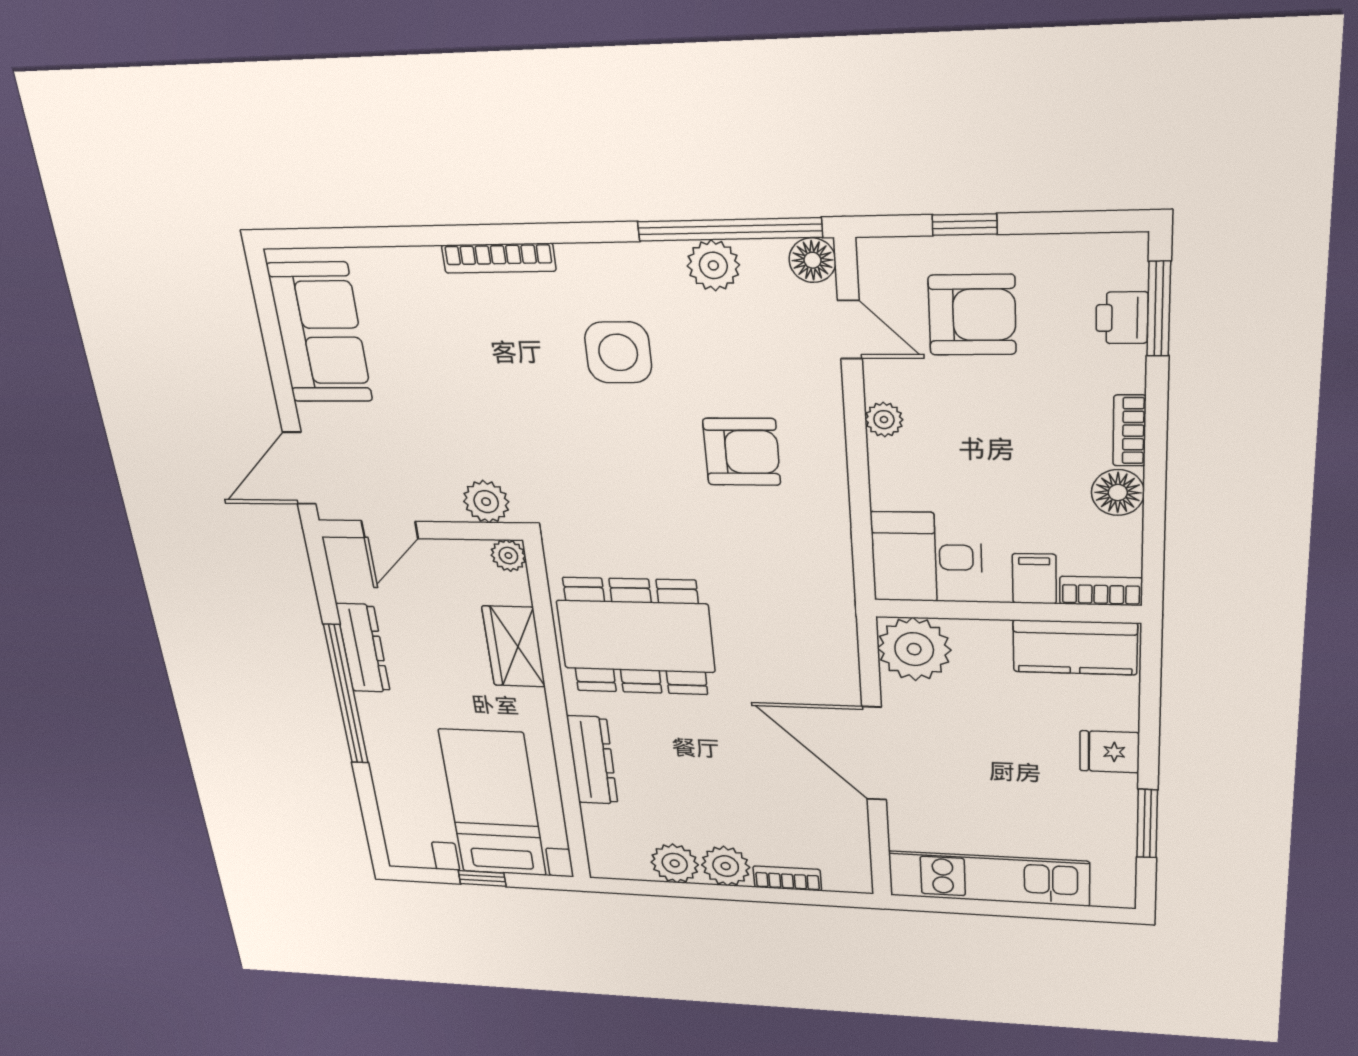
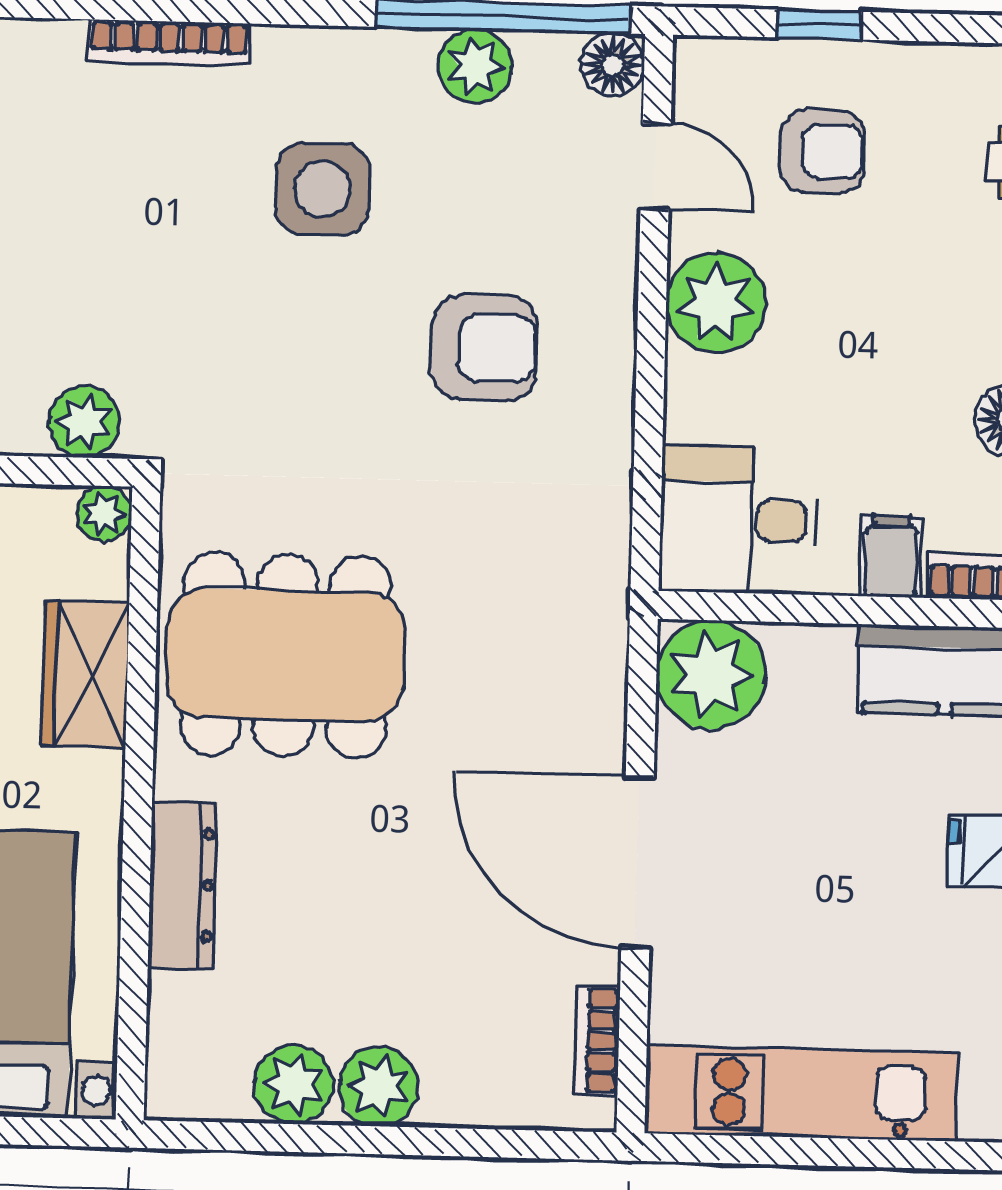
armchair: (972, 315) -> (823, 151), width x0.72, depth x0.72
plant: (884, 420) -> (716, 303), width x1.88, depth x1.88
bookcase: (787, 878) -> (597, 1041), moved, turned -90

